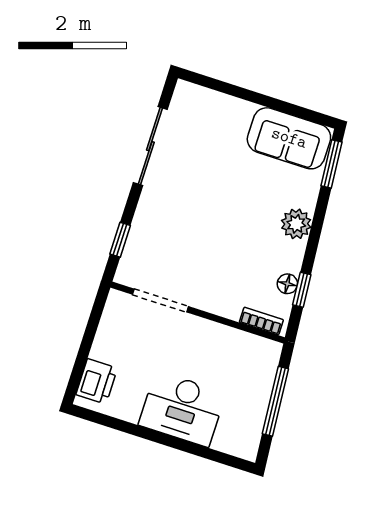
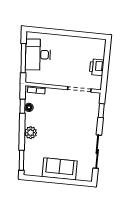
sofa: (289, 138) -> (60, 169), moved
printer: (97, 381) -> (97, 67), moved
desk: (182, 409) -> (38, 55), moved, turned -95

